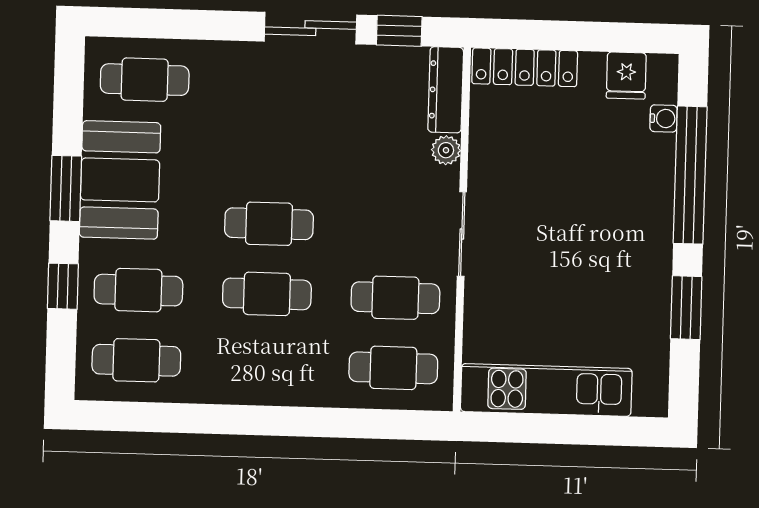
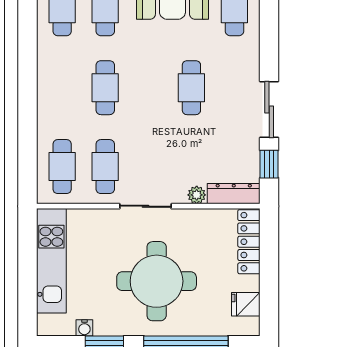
water cooler: (664, 118) -> (84, 328), moved
round table: (584, 220) -> (157, 281), added
cafe table: (269, 224) -> (191, 88), moved

